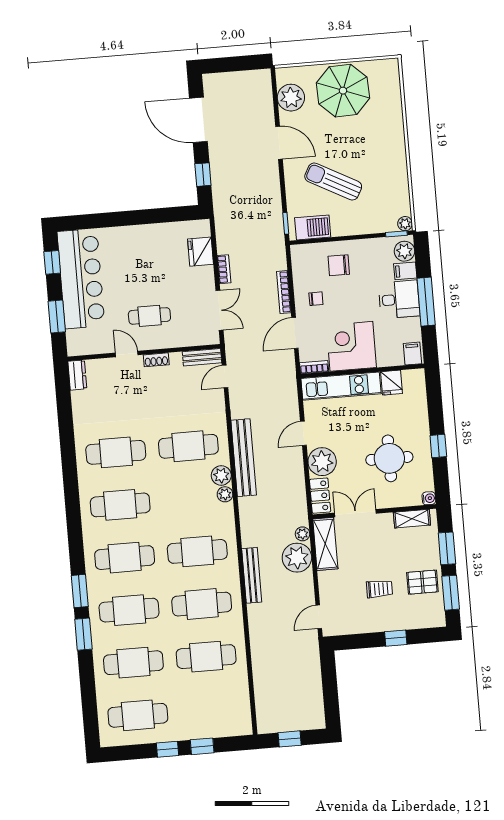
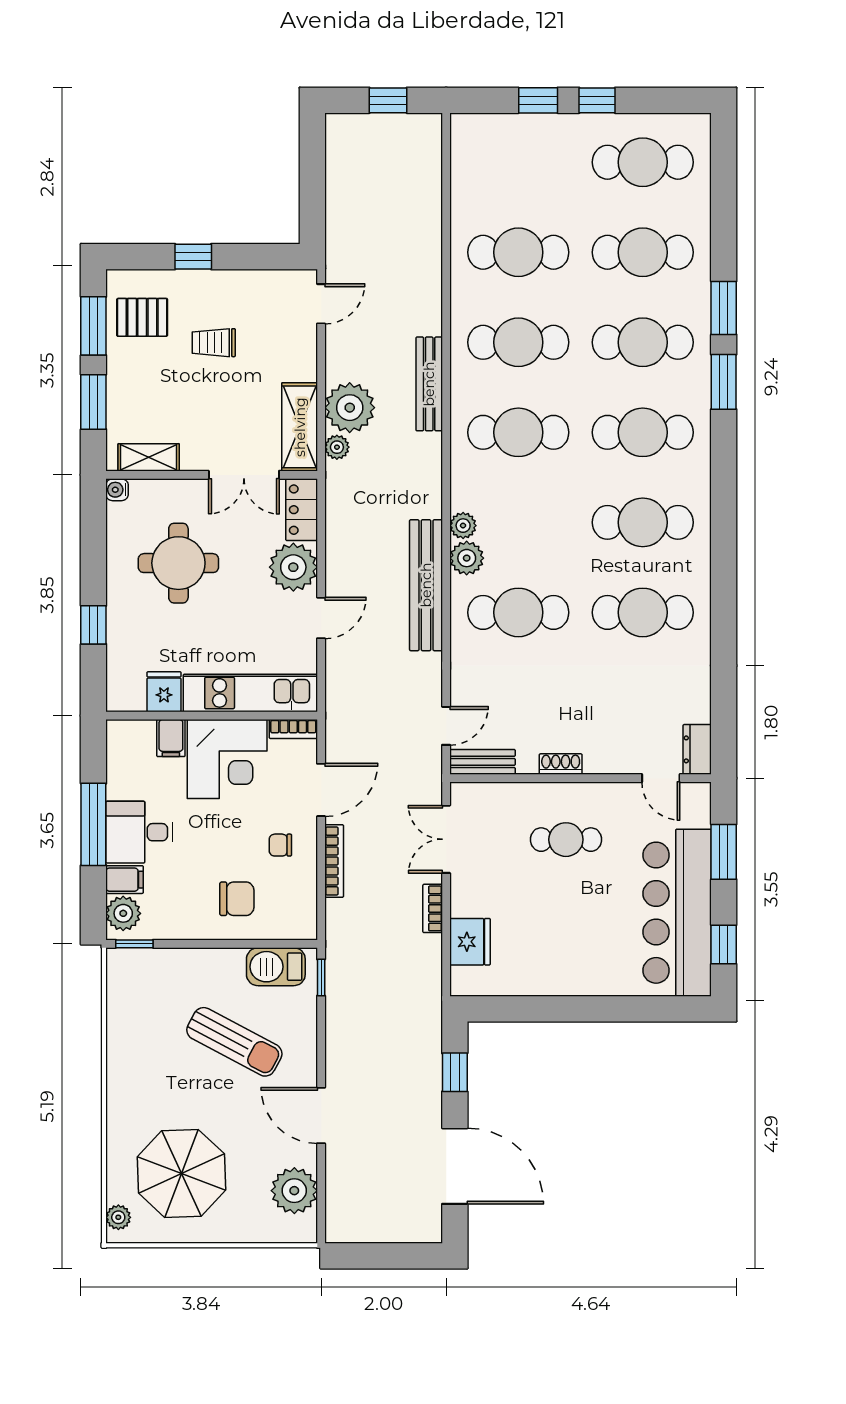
parasol: (343, 91) -> (181, 1173), moved
plant: (405, 224) -> (118, 1217), moved
door: (127, 354) -> (661, 778), moved
filing cabinet: (412, 354) -> (171, 738), moved
window: (438, 446) -> (93, 625), moved
pallet: (422, 582) -> (142, 317), moved

